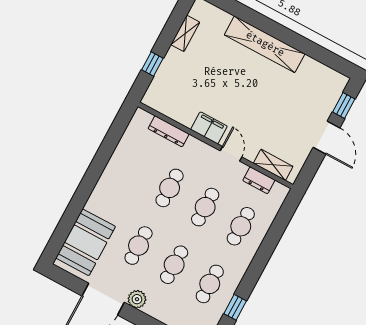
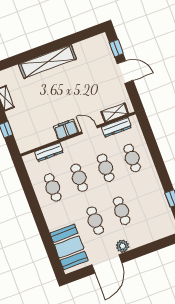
dresser: (259, 180) -> (116, 127), width x1.44
cafe table: (210, 284) -> (53, 188), moved

